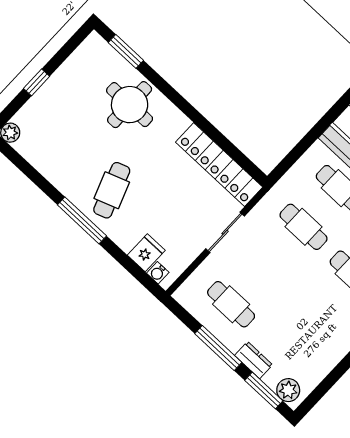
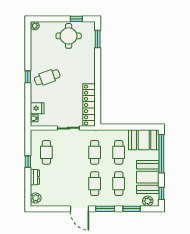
window: (37, 82) -> (76, 19), moved
round table: (130, 105) -> (69, 36), moved
window: (82, 220) -> (28, 77), width x0.46
window: (218, 348) -> (28, 162), width x0.46
window: (264, 391) -> (28, 190), removed

